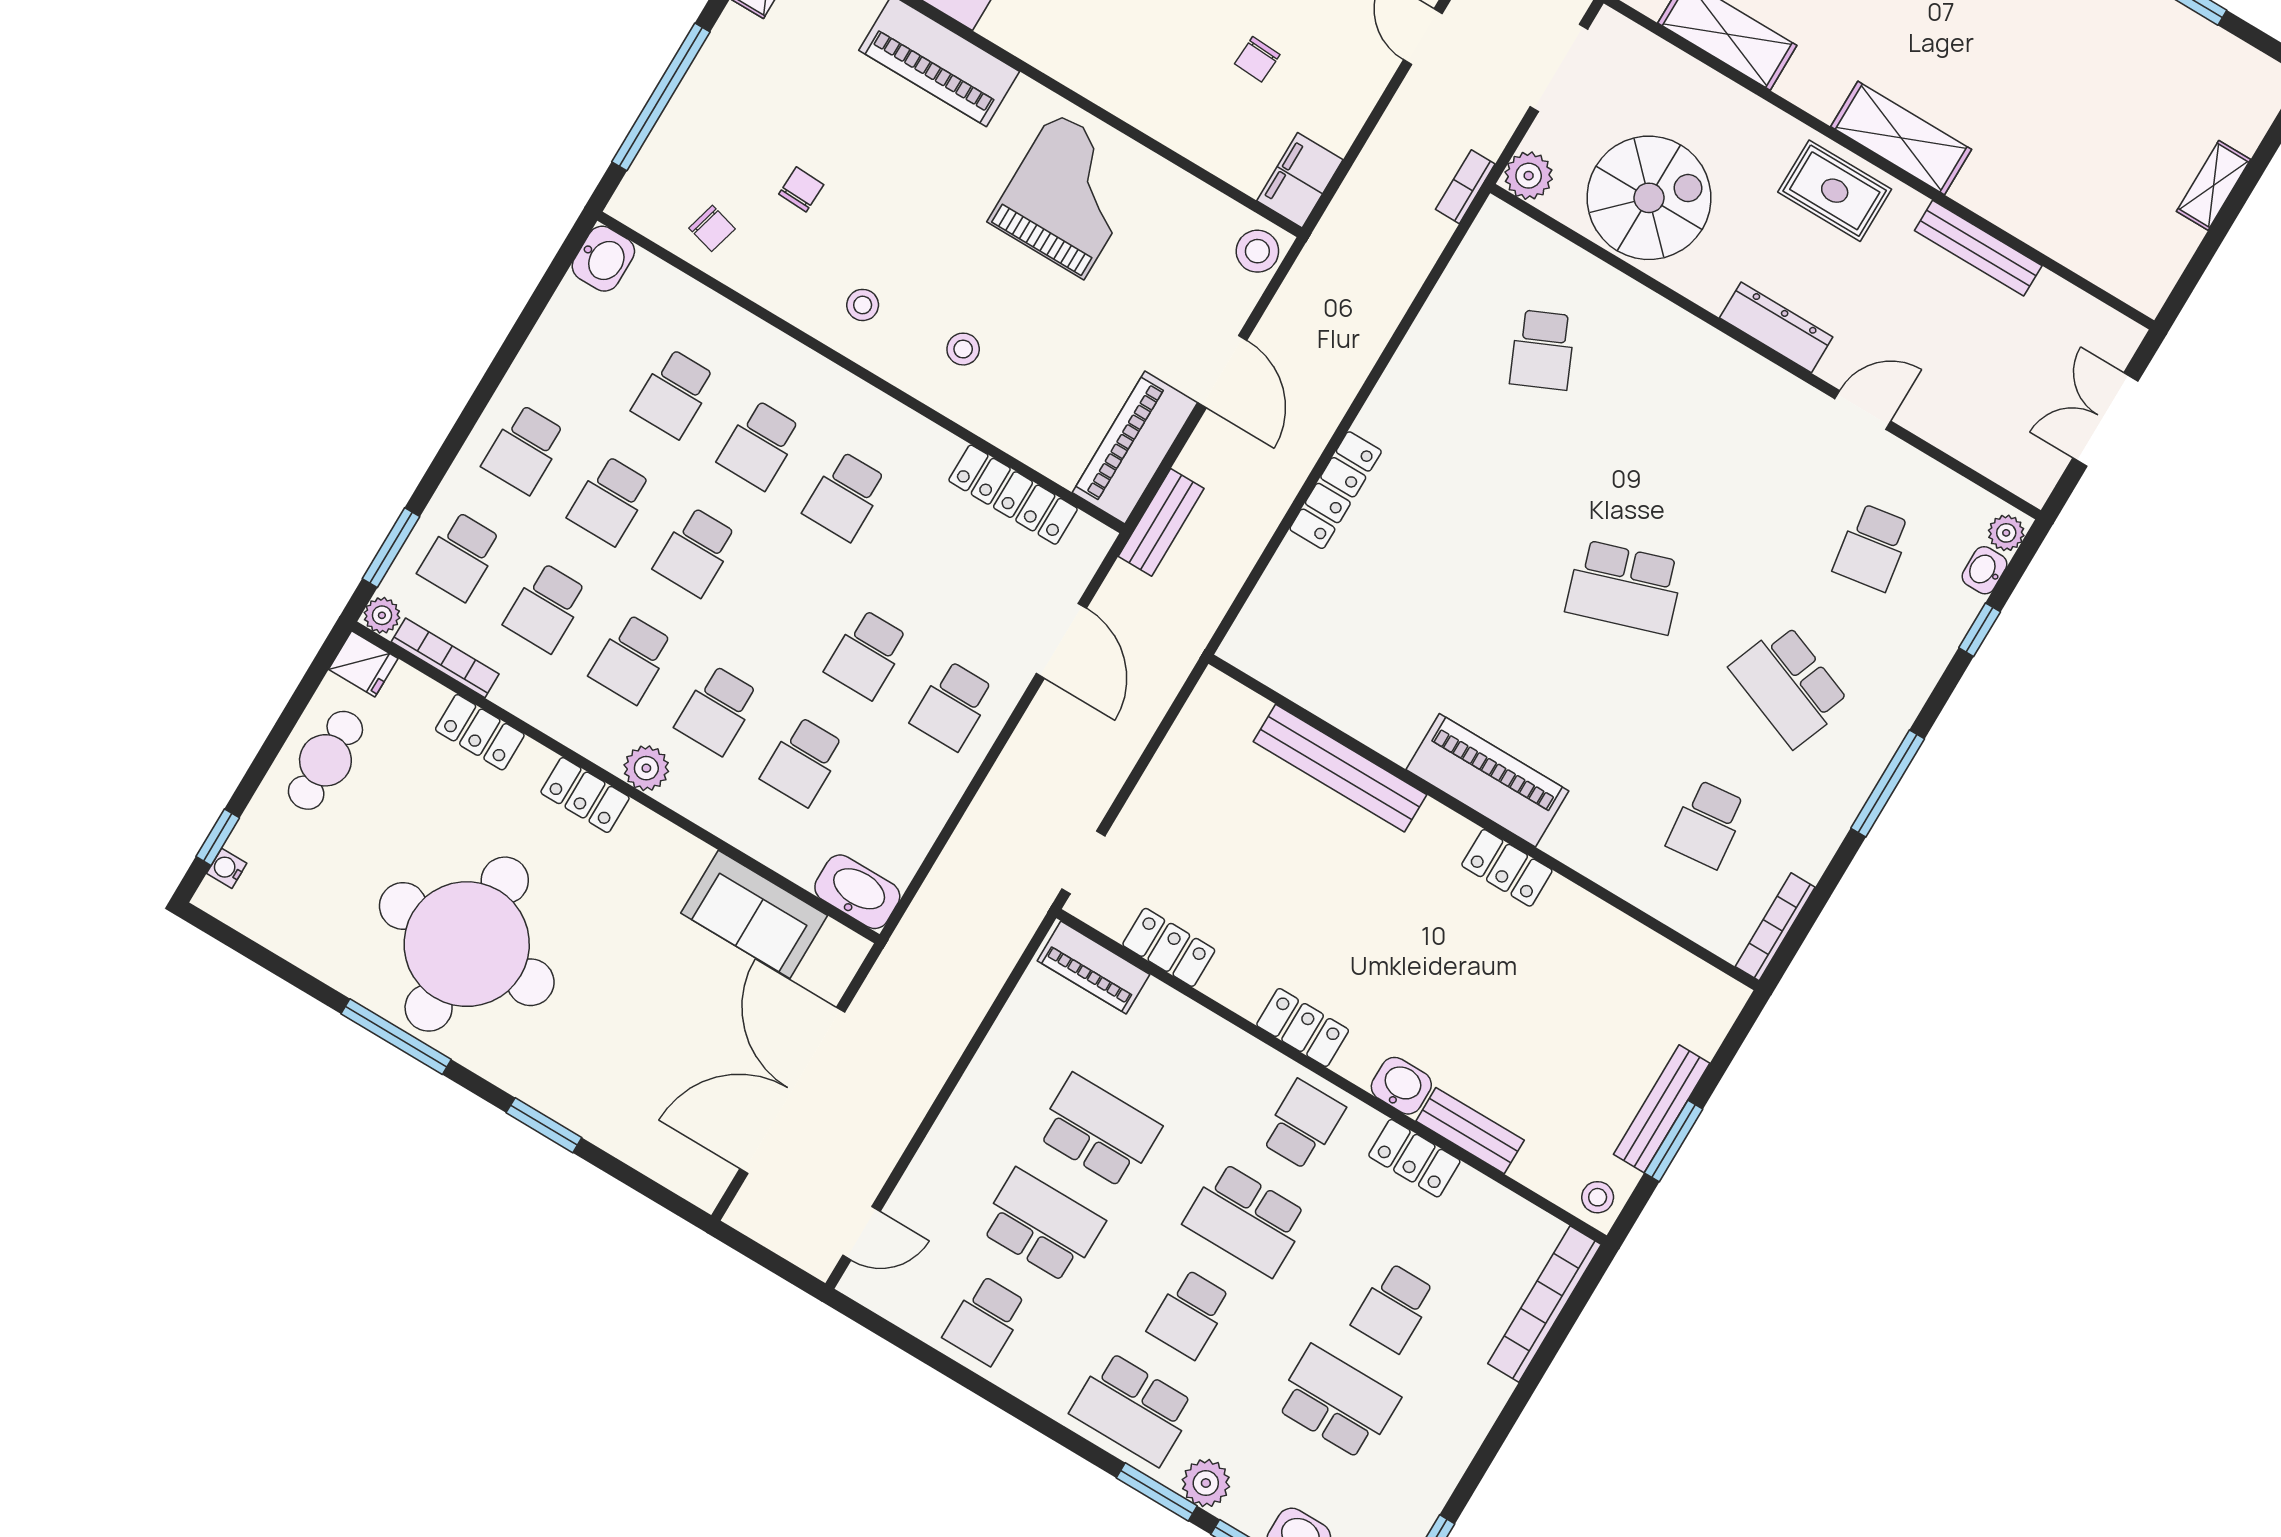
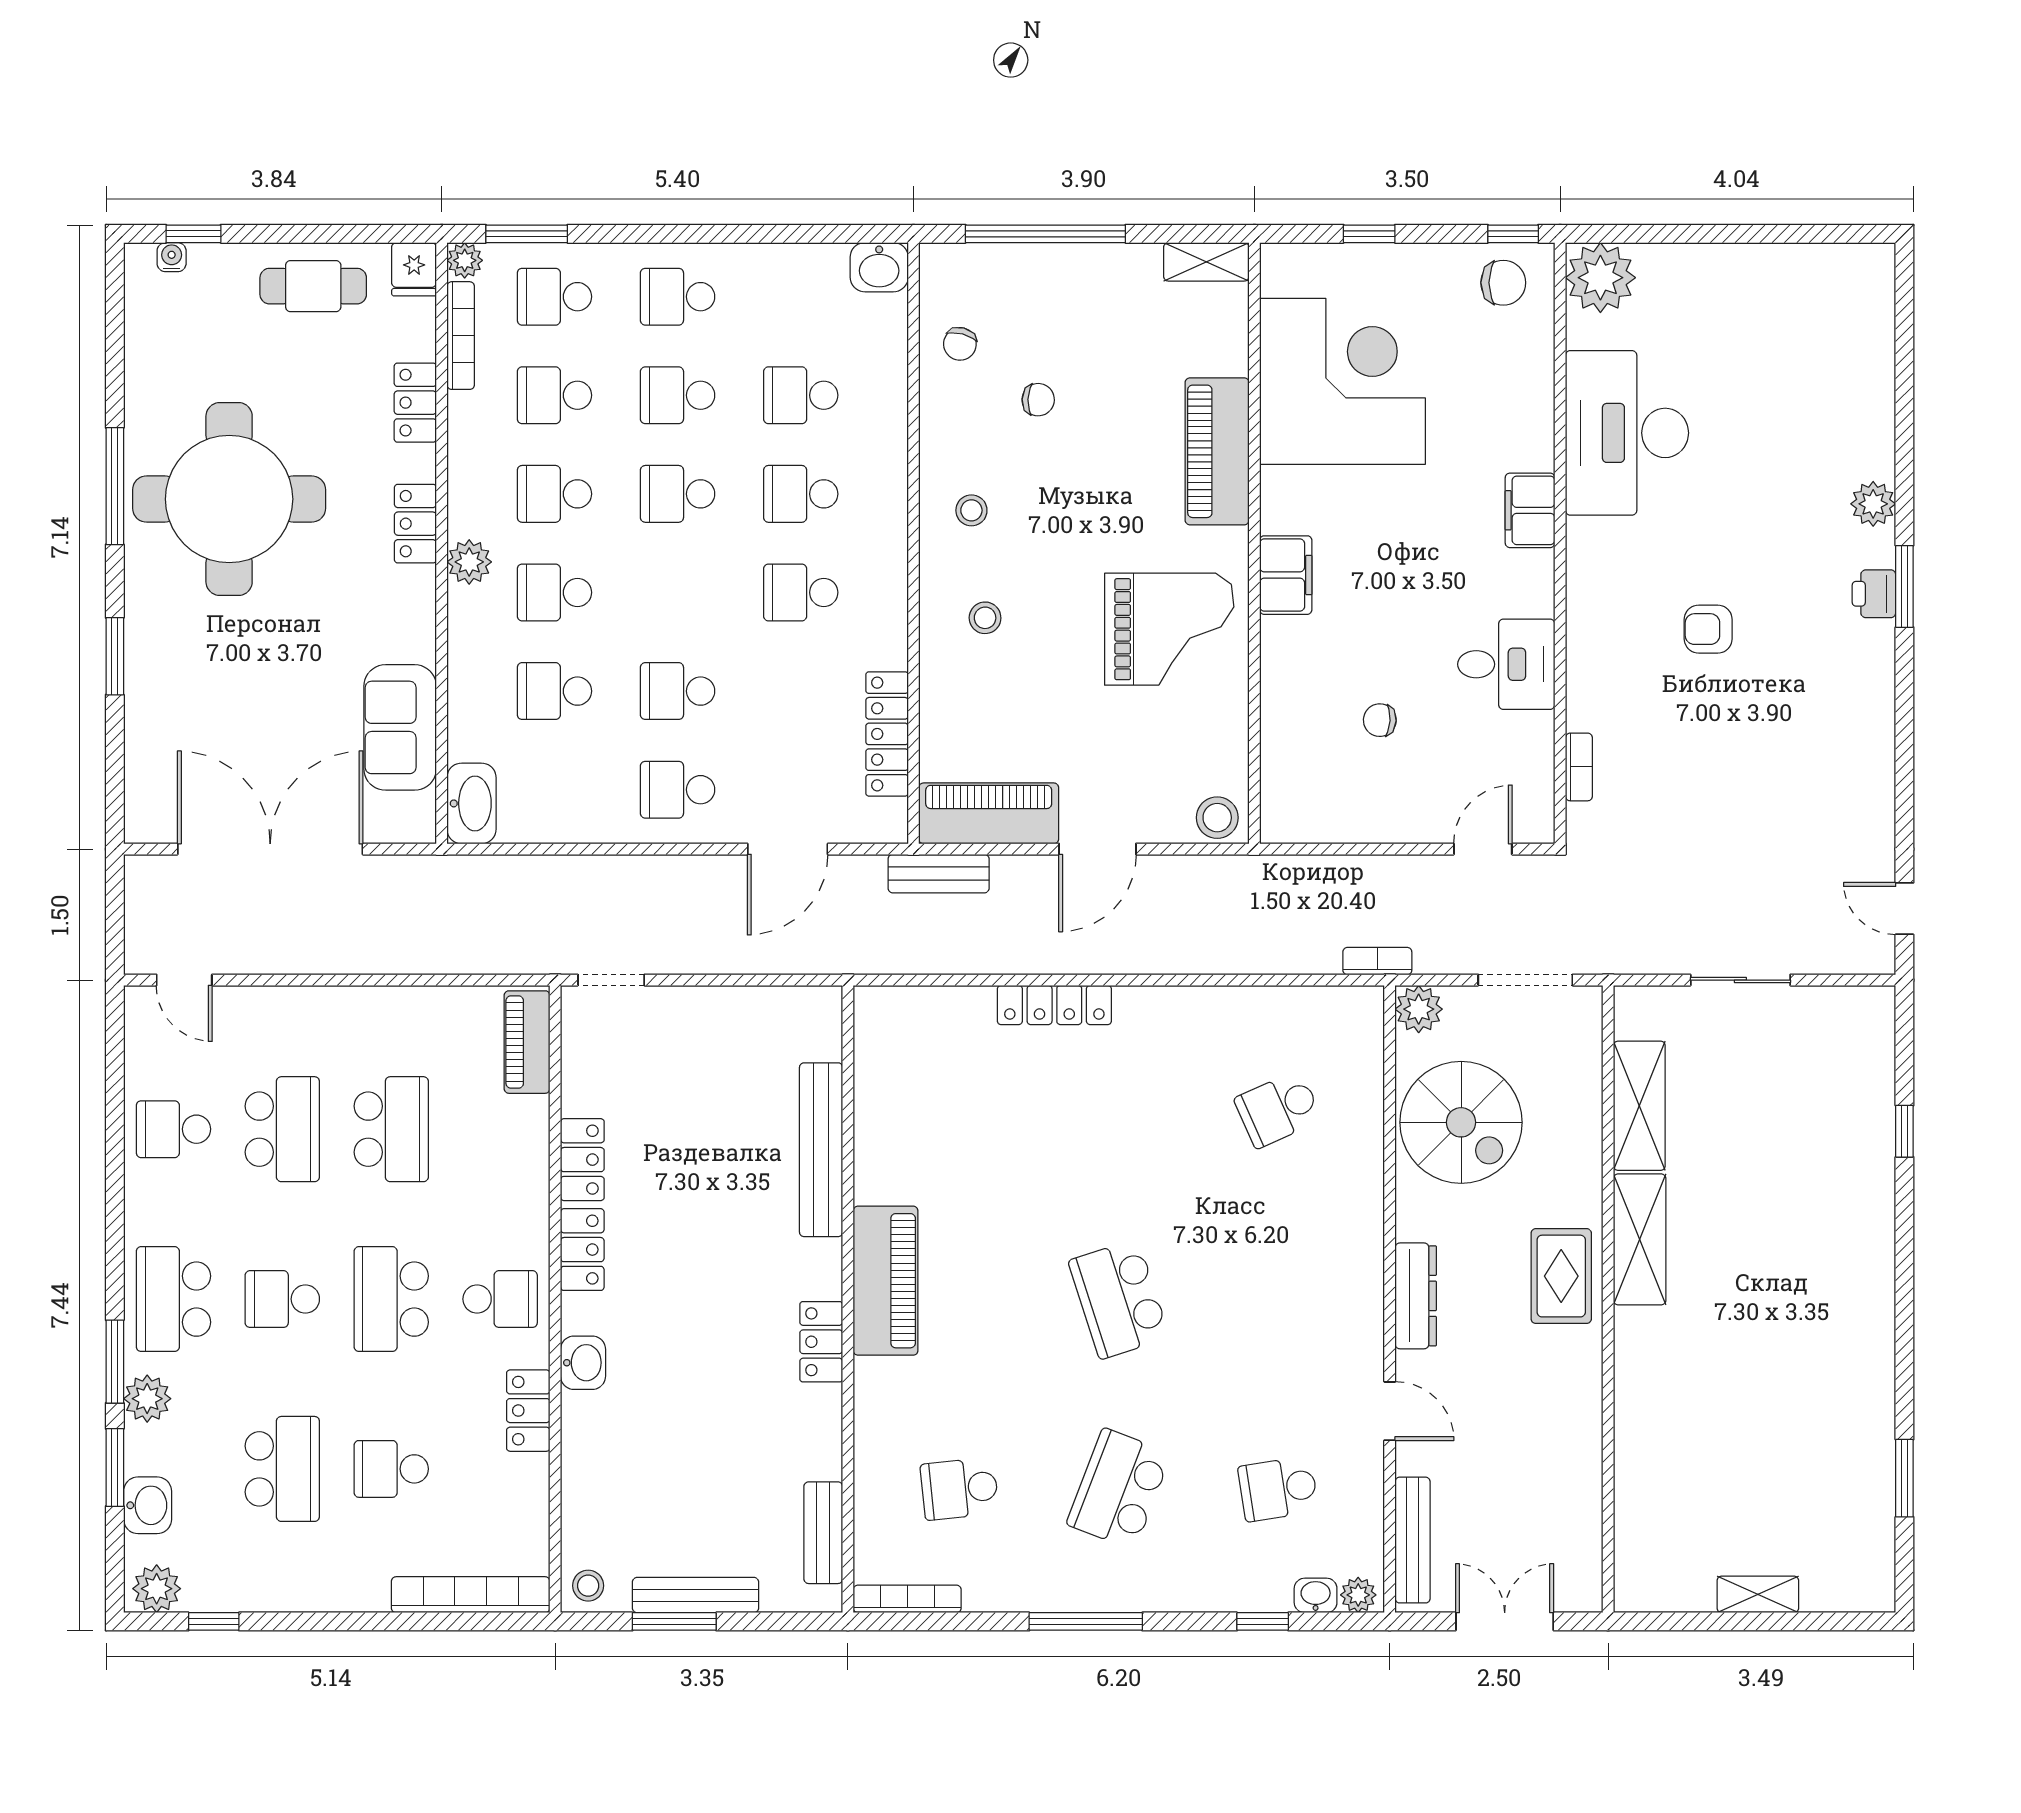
shelving: (1901, 138) -> (1640, 1239), moved
filing cabinet: (1300, 180) -> (1286, 575), moved, turned 90
bench: (1978, 248) -> (1413, 1540), moved
locker: (1169, 947) -> (582, 1160), moved
bench: (1470, 1131) -> (823, 1533), moved

